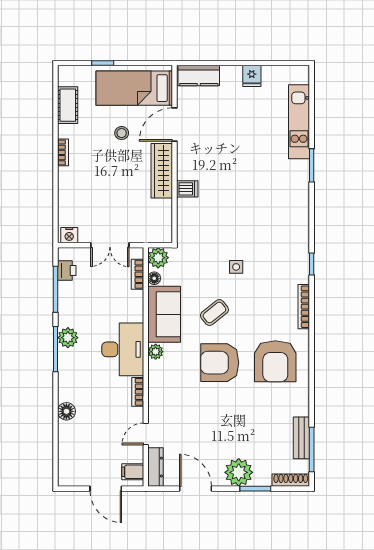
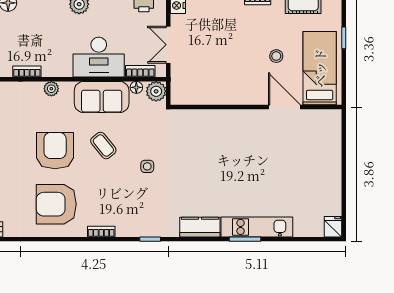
kitchen counter: (199, 75) -> (200, 227), moved, turned 90
fridge: (252, 76) -> (333, 227), moved, turned 90
kitchen unit: (299, 122) -> (257, 227), moved
wardrobe: (162, 171) -> (240, 95), removed
dishwasher: (187, 189) -> (223, 119), removed
bookcase: (304, 307) -> (101, 232), width x0.64
desk: (123, 349) -> (99, 57), moved
plant: (156, 352) -> (51, 89), moved

